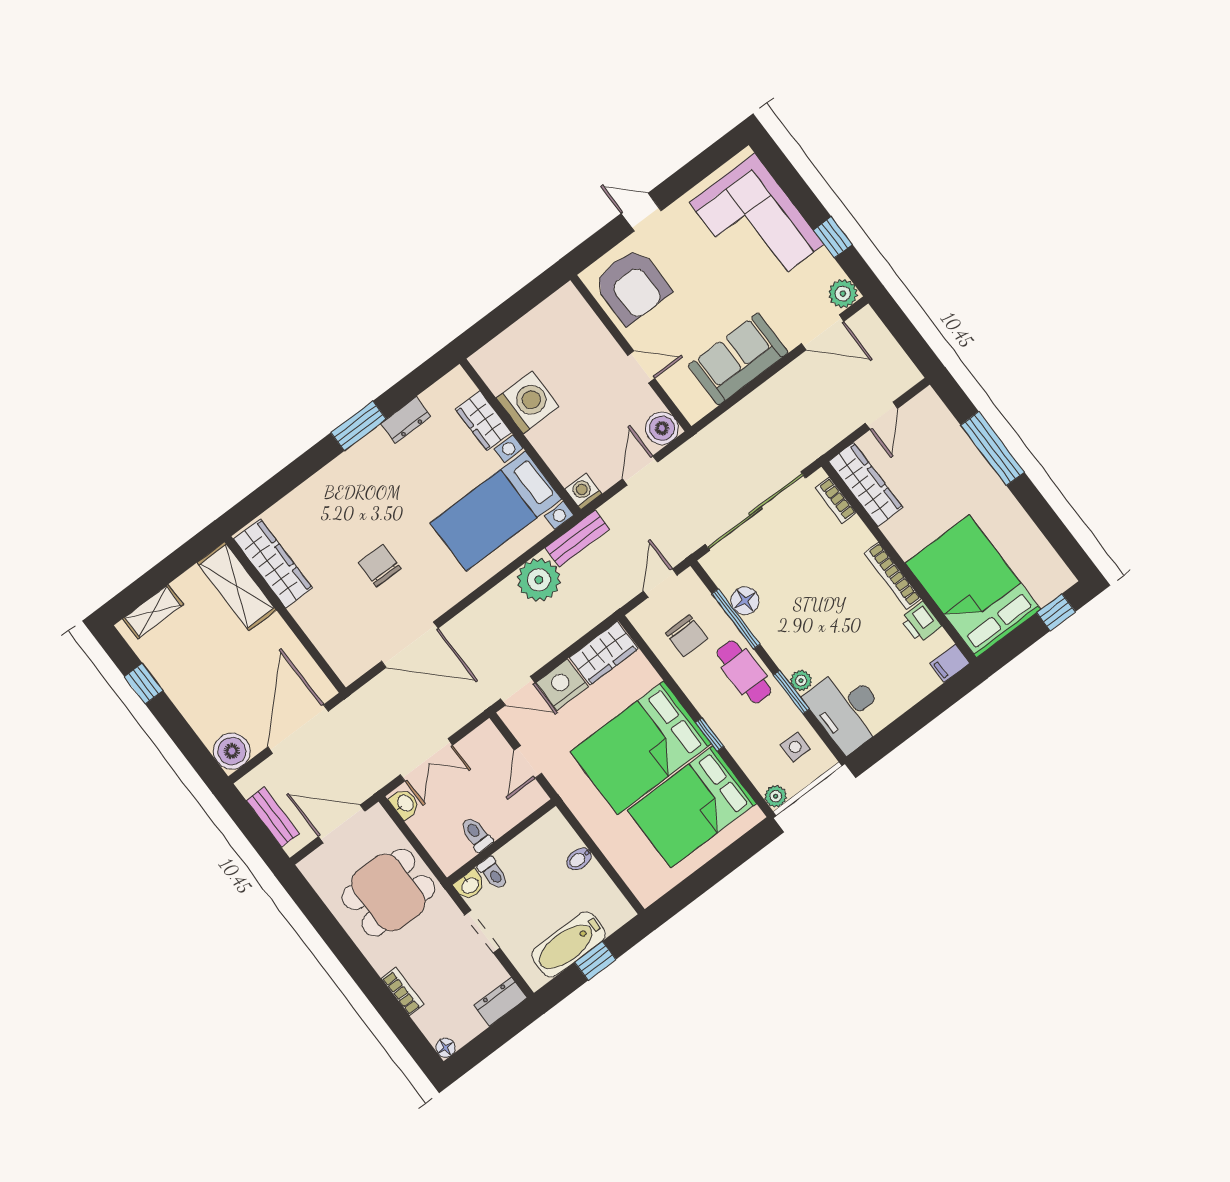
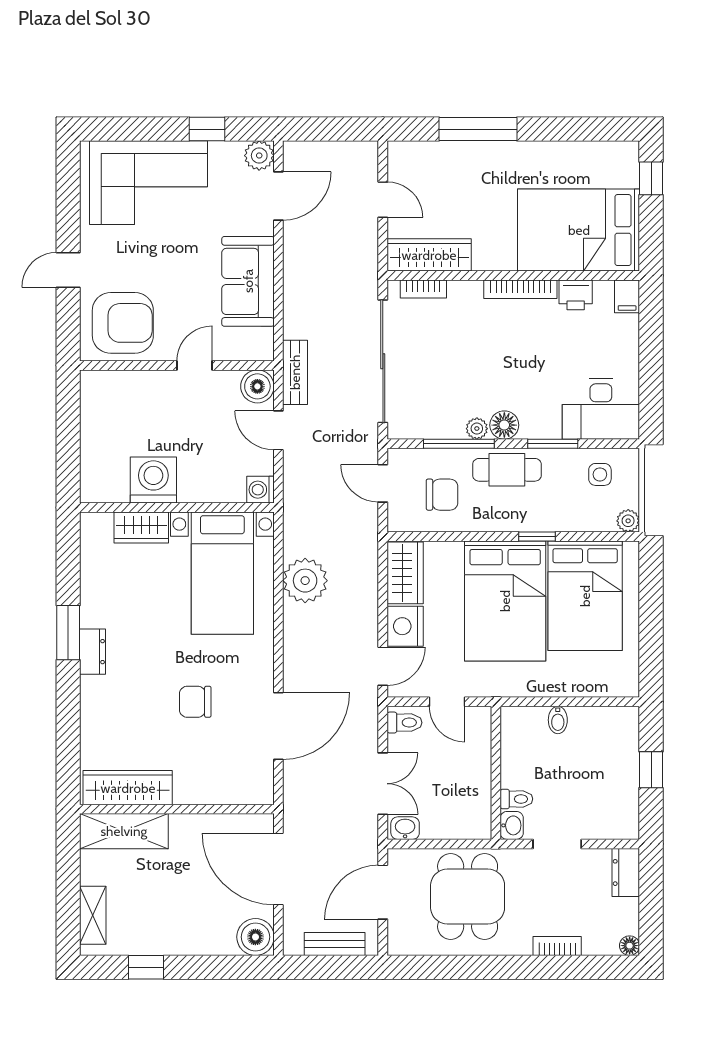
dresser: (406, 420) -> (93, 652), moved
bench: (577, 538) -> (295, 372), moved
floor lamp: (745, 601) -> (504, 425), moved
plant: (801, 681) -> (477, 429), moved
toilet: (476, 834) -> (404, 723), moved, turned 180
bathtub: (569, 945) -> (621, 781), removed

